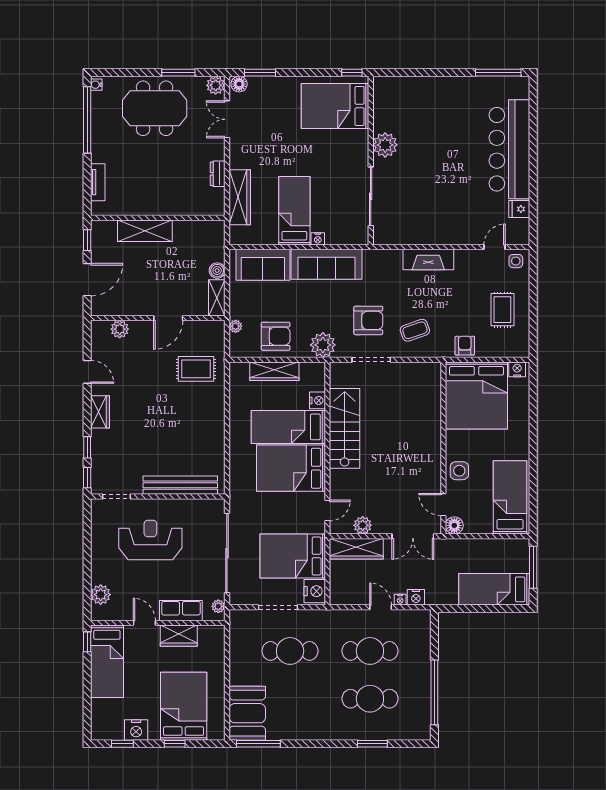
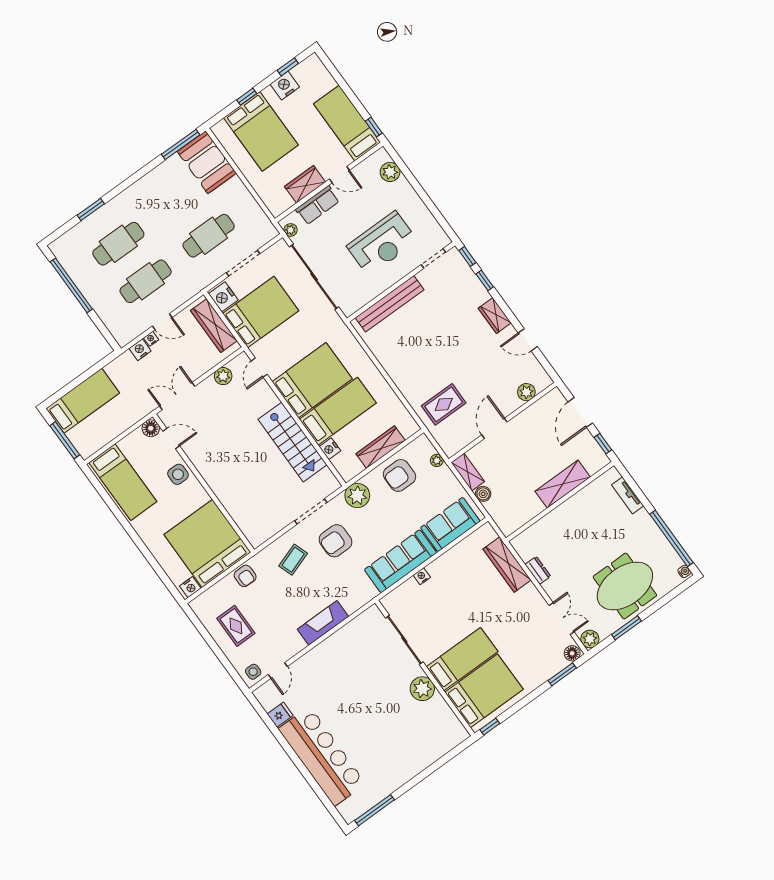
bed: (294, 211) -> (462, 659), moved, turned -90
wardrobe: (356, 549) -> (214, 326), moved, turned -90

